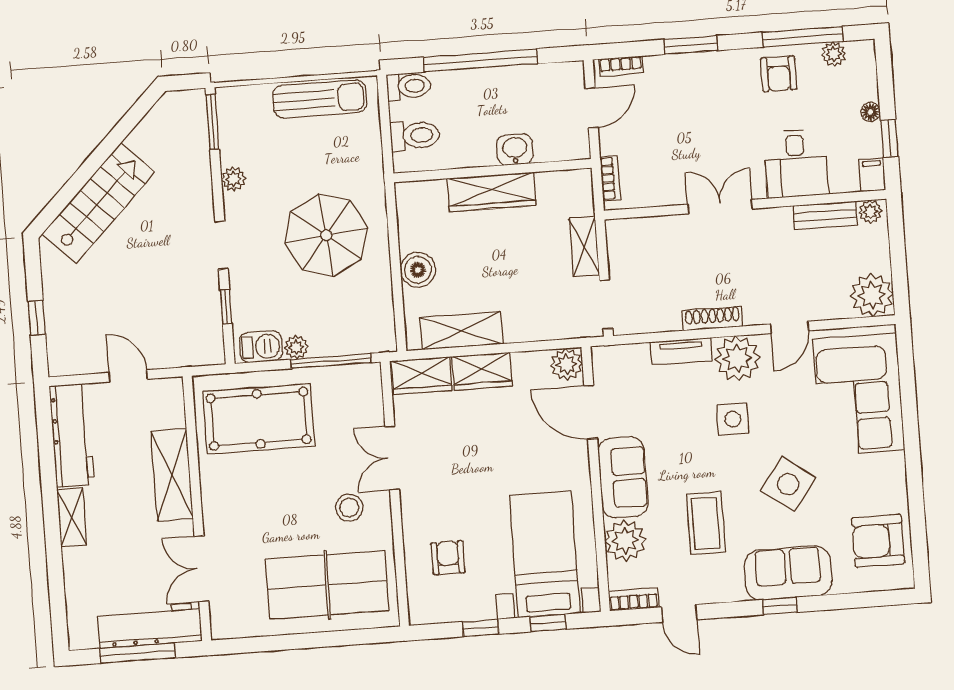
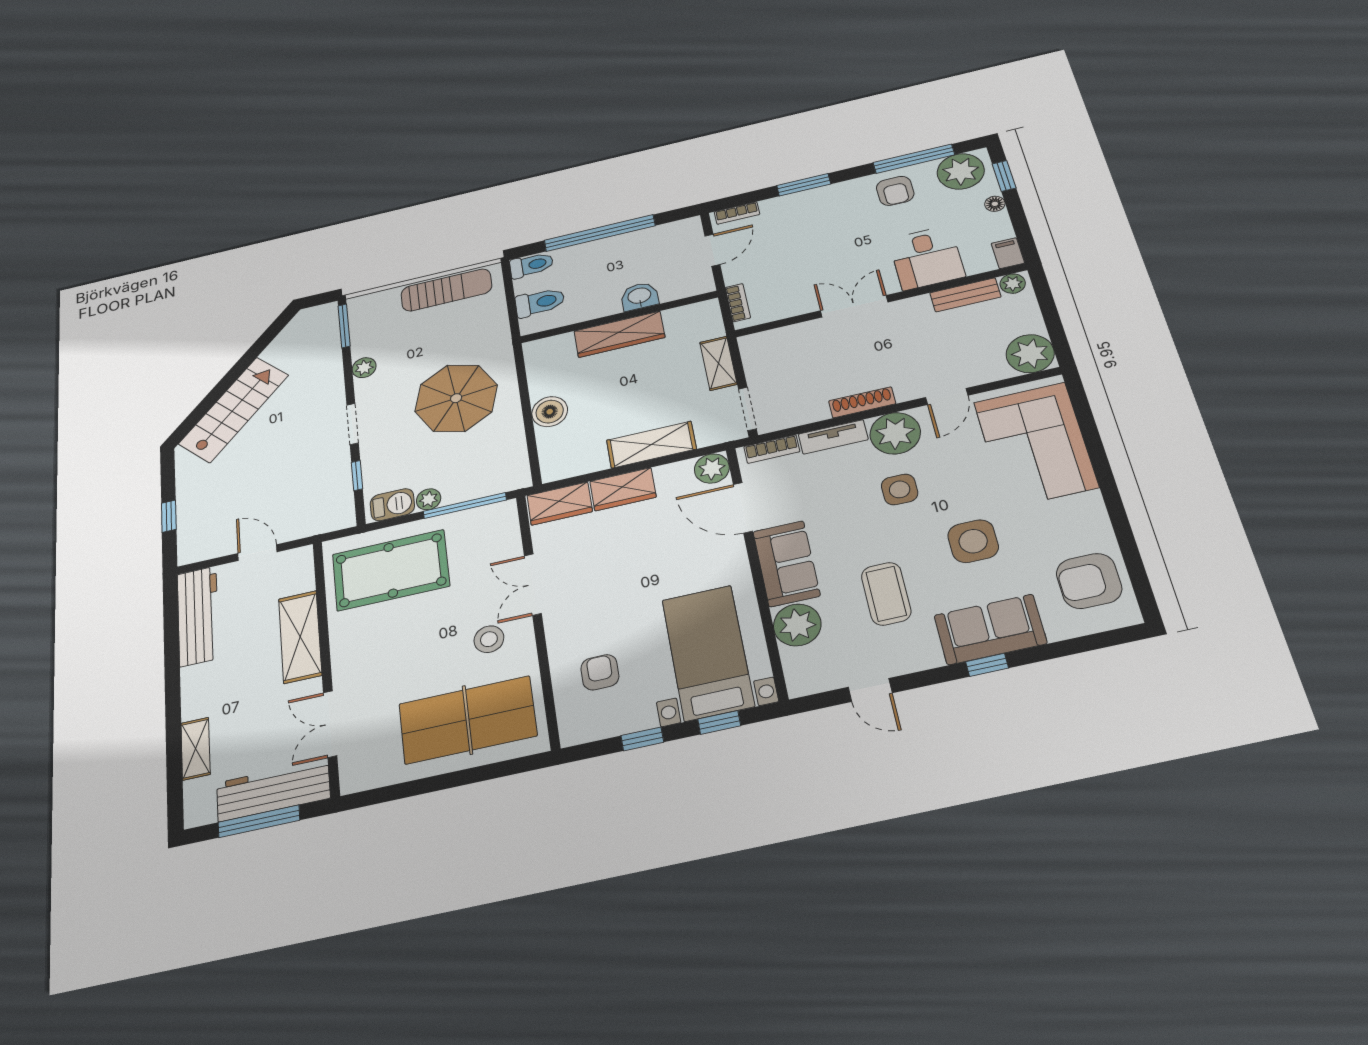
plant: (834, 54) -> (961, 171), width x1.88, depth x1.88
window: (889, 138) -> (1004, 176), moved
shelving: (462, 331) -> (651, 445), moved
side table: (788, 484) -> (973, 541), turned -36
shelving: (72, 518) -> (196, 749), moved
bookcase: (634, 599) -> (772, 449), moved, turned 180

